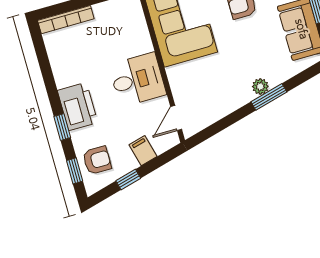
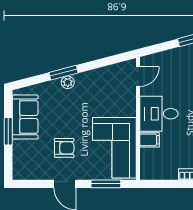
filing cabinet: (143, 151) -> (149, 140), moved, turned -75

